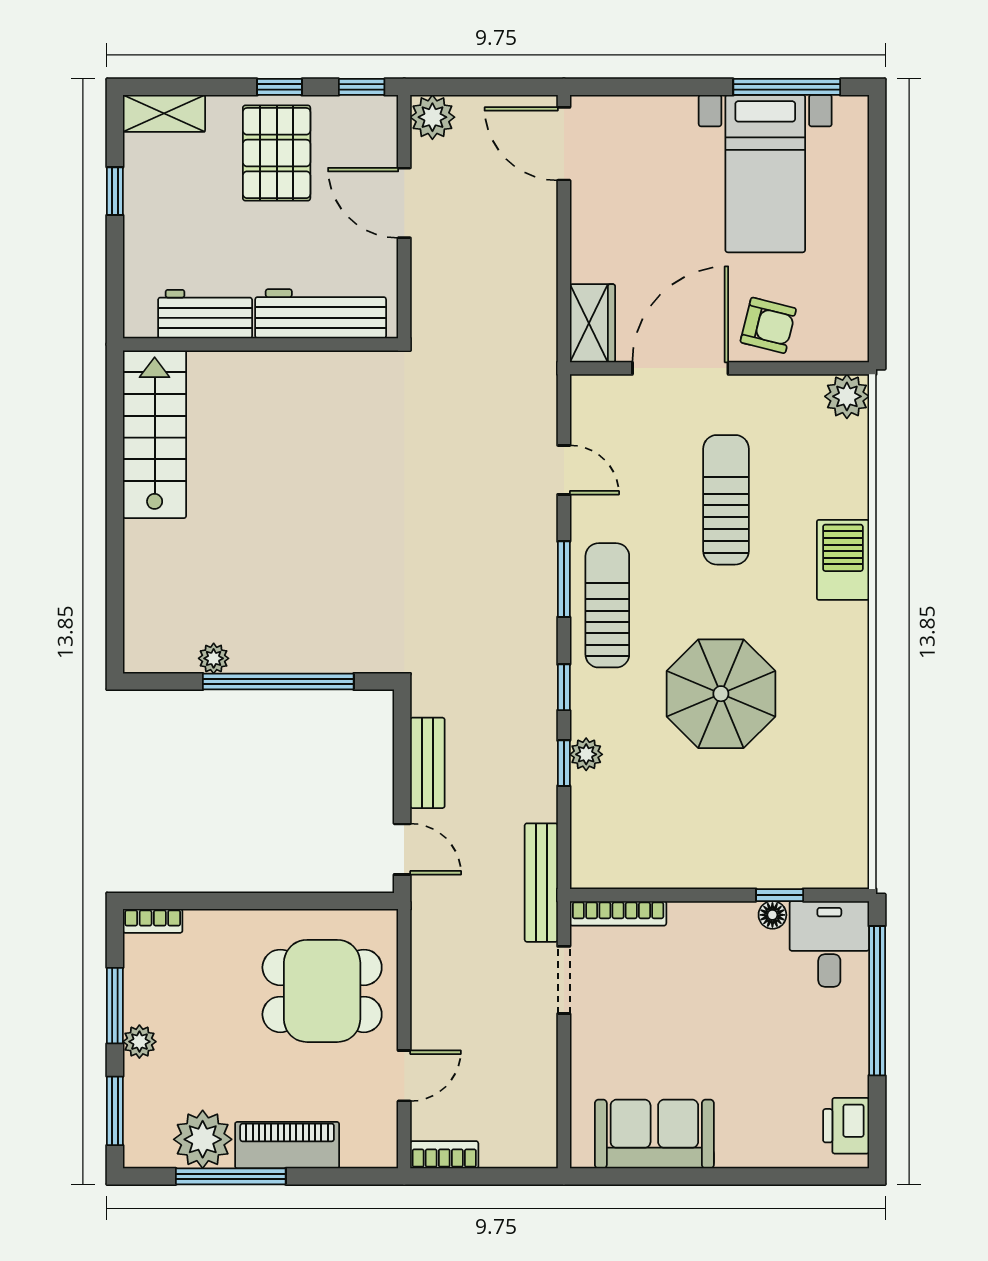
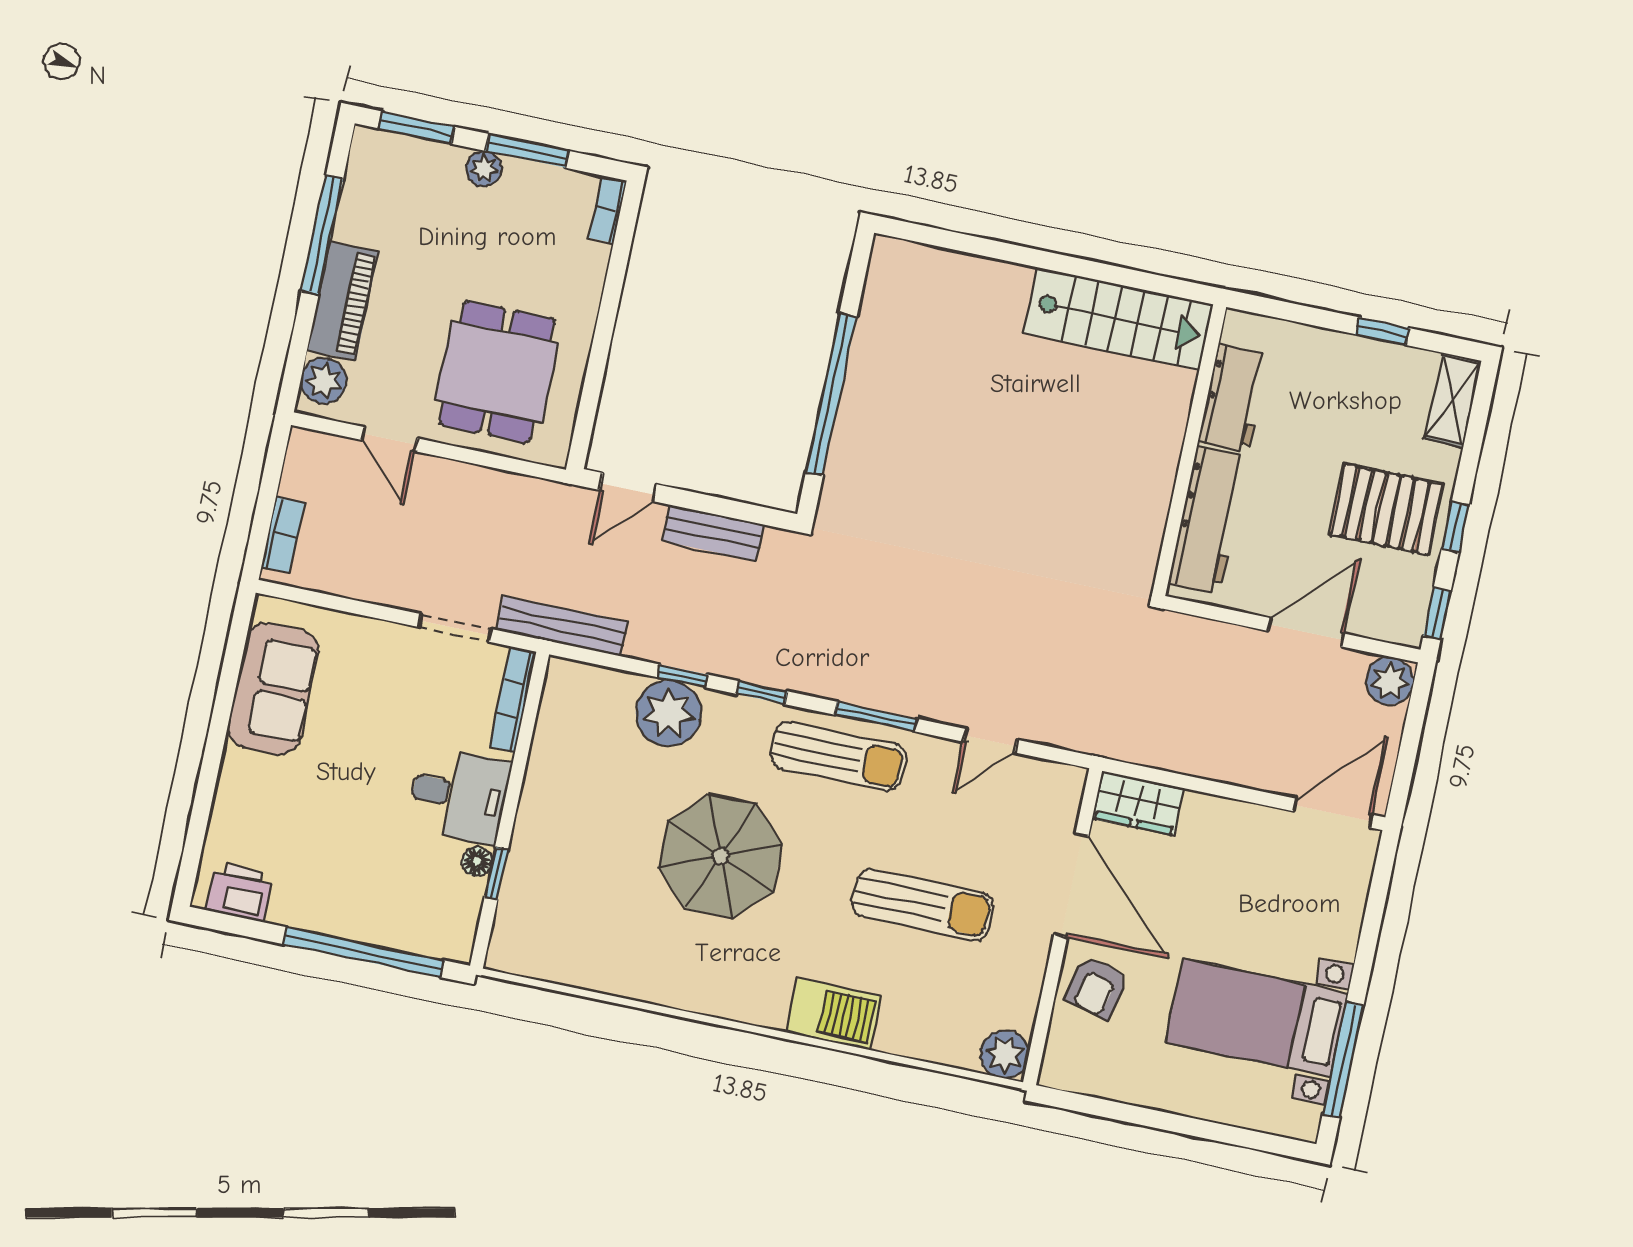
plant: (214, 658) -> (870, 331), removed
plant: (586, 754) -> (669, 713), width x1.88, depth x1.88
desk: (829, 944) -> (459, 795), moved
plant: (203, 1139) -> (324, 381), moved, width x0.73, depth x0.73
bookcase: (444, 1155) -> (283, 535), moved

